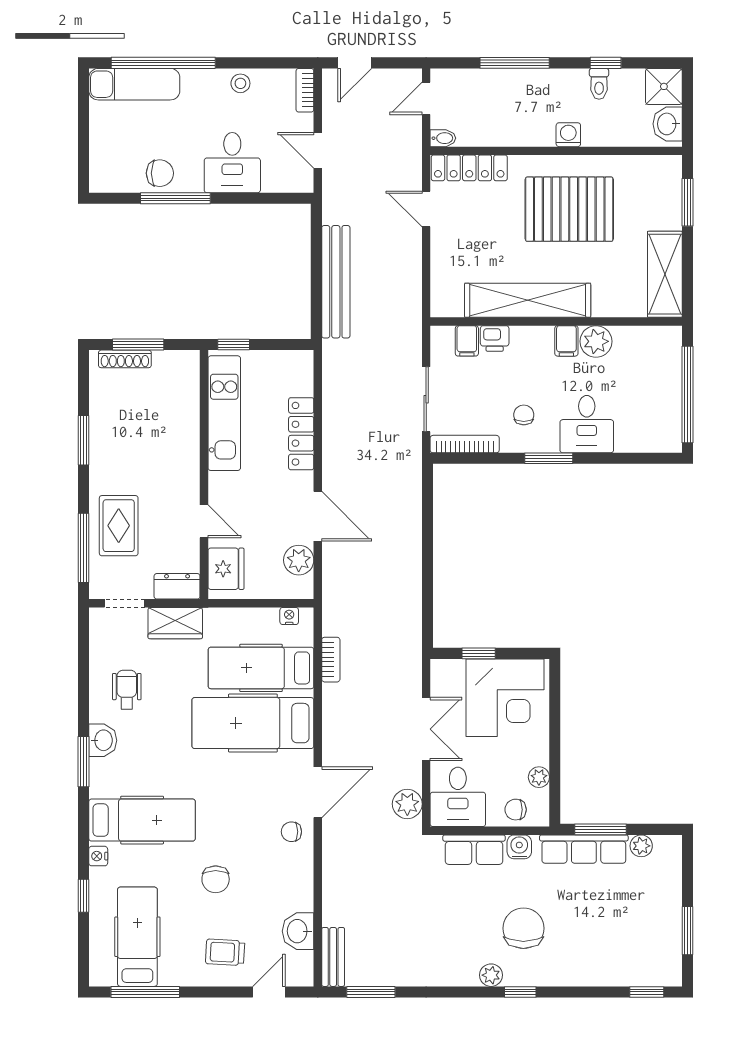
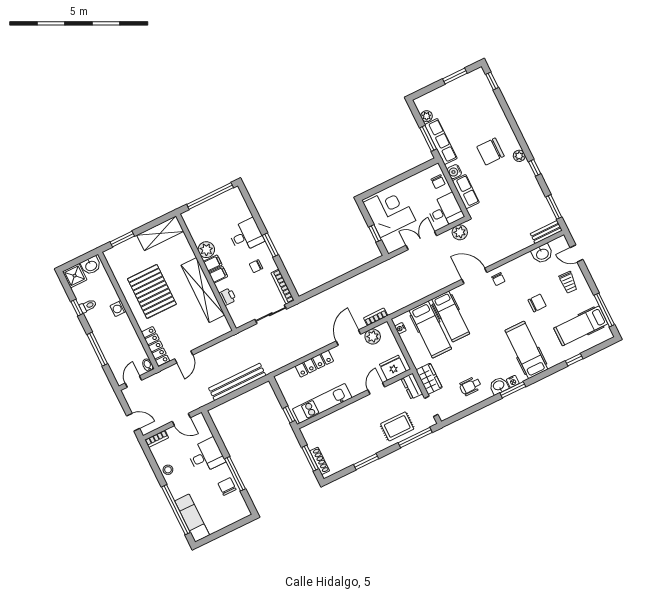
door: (426, 98) -> (133, 382), swing flipped
door: (318, 150) -> (181, 419), hinge flipped
filing cabinet: (467, 341) -> (218, 275), moved
bookcase: (331, 660) -> (376, 317), moved
hospital bed: (253, 723) -> (451, 316), width x0.73, depth x0.78
plant: (539, 777) -> (418, 178), removed
nightstand: (98, 856) -> (513, 381), moved
window: (520, 992) -> (535, 168), moved

